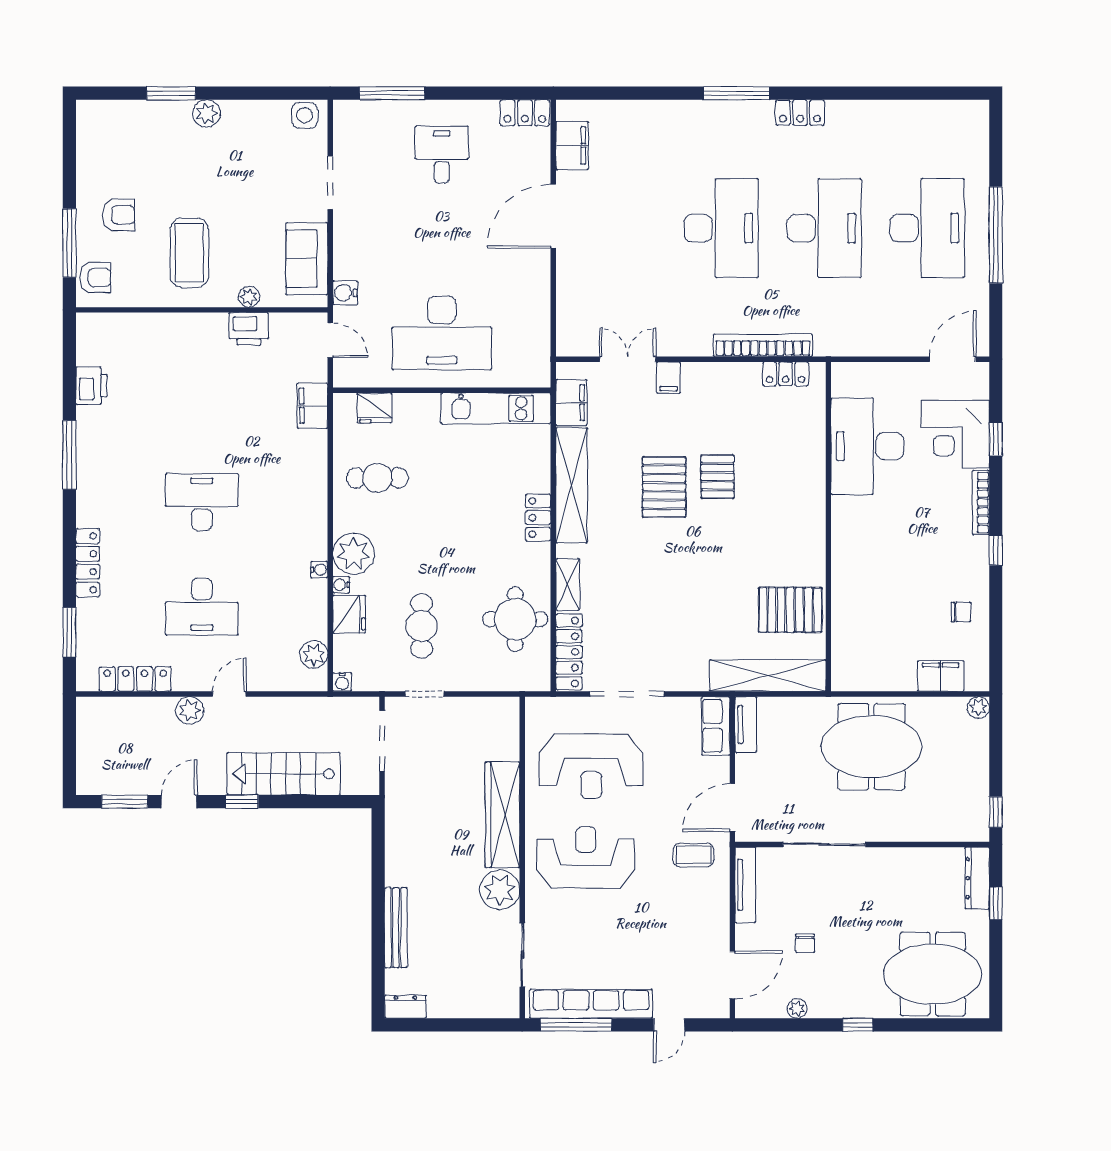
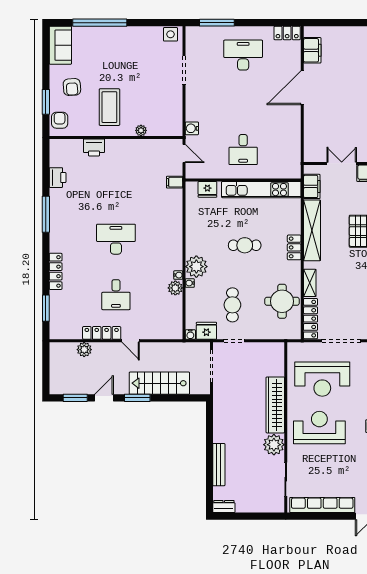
window: (171, 93) -> (100, 23), width x2.11
plant: (207, 113) -> (119, 33), removed
desk: (442, 155) -> (243, 55), width x1.37
armchair: (119, 215) -> (72, 87), turned 86
window: (69, 243) -> (46, 102), width x0.69
sofa: (307, 259) -> (60, 45), moved, turned 180
armchair: (95, 277) -> (60, 120), turned -90
printer: (249, 329) -> (94, 147), moved
desk: (442, 333) -> (243, 150), width x0.53, depth x0.77
filing cabinet: (312, 406) -> (175, 182), width x0.50
kitchen unit: (496, 408) -> (261, 190), width x1.36
cafe table: (377, 478) -> (245, 245), moved
desk: (202, 607) -> (116, 295), width x0.73
fridge: (349, 614) -> (206, 331), moved, turned -90
plant: (314, 655) -> (175, 288), moved
locker: (135, 679) -> (102, 333), moved
door: (229, 694) -> (131, 341), swing flipped
plant: (190, 710) -> (84, 350), moved
window: (242, 802) -> (137, 398), width x1.50
window: (576, 1025) -> (314, 516), removed

